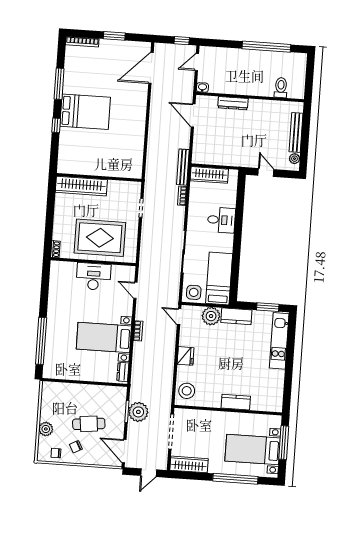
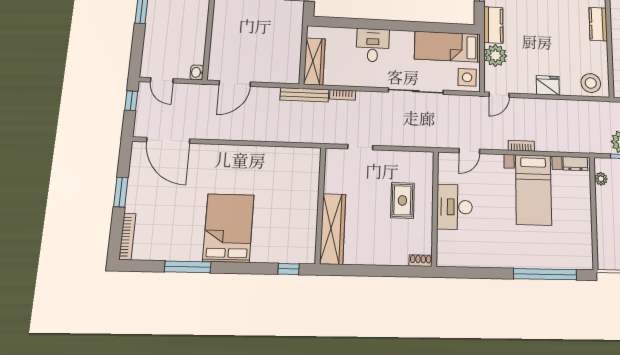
dresser: (233, 103) -> (219, 34), removed
window: (56, 125) -> (288, 269), moved
rug: (100, 238) -> (402, 200), width x0.54, depth x0.49
plant: (110, 391) -> (601, 179), added

